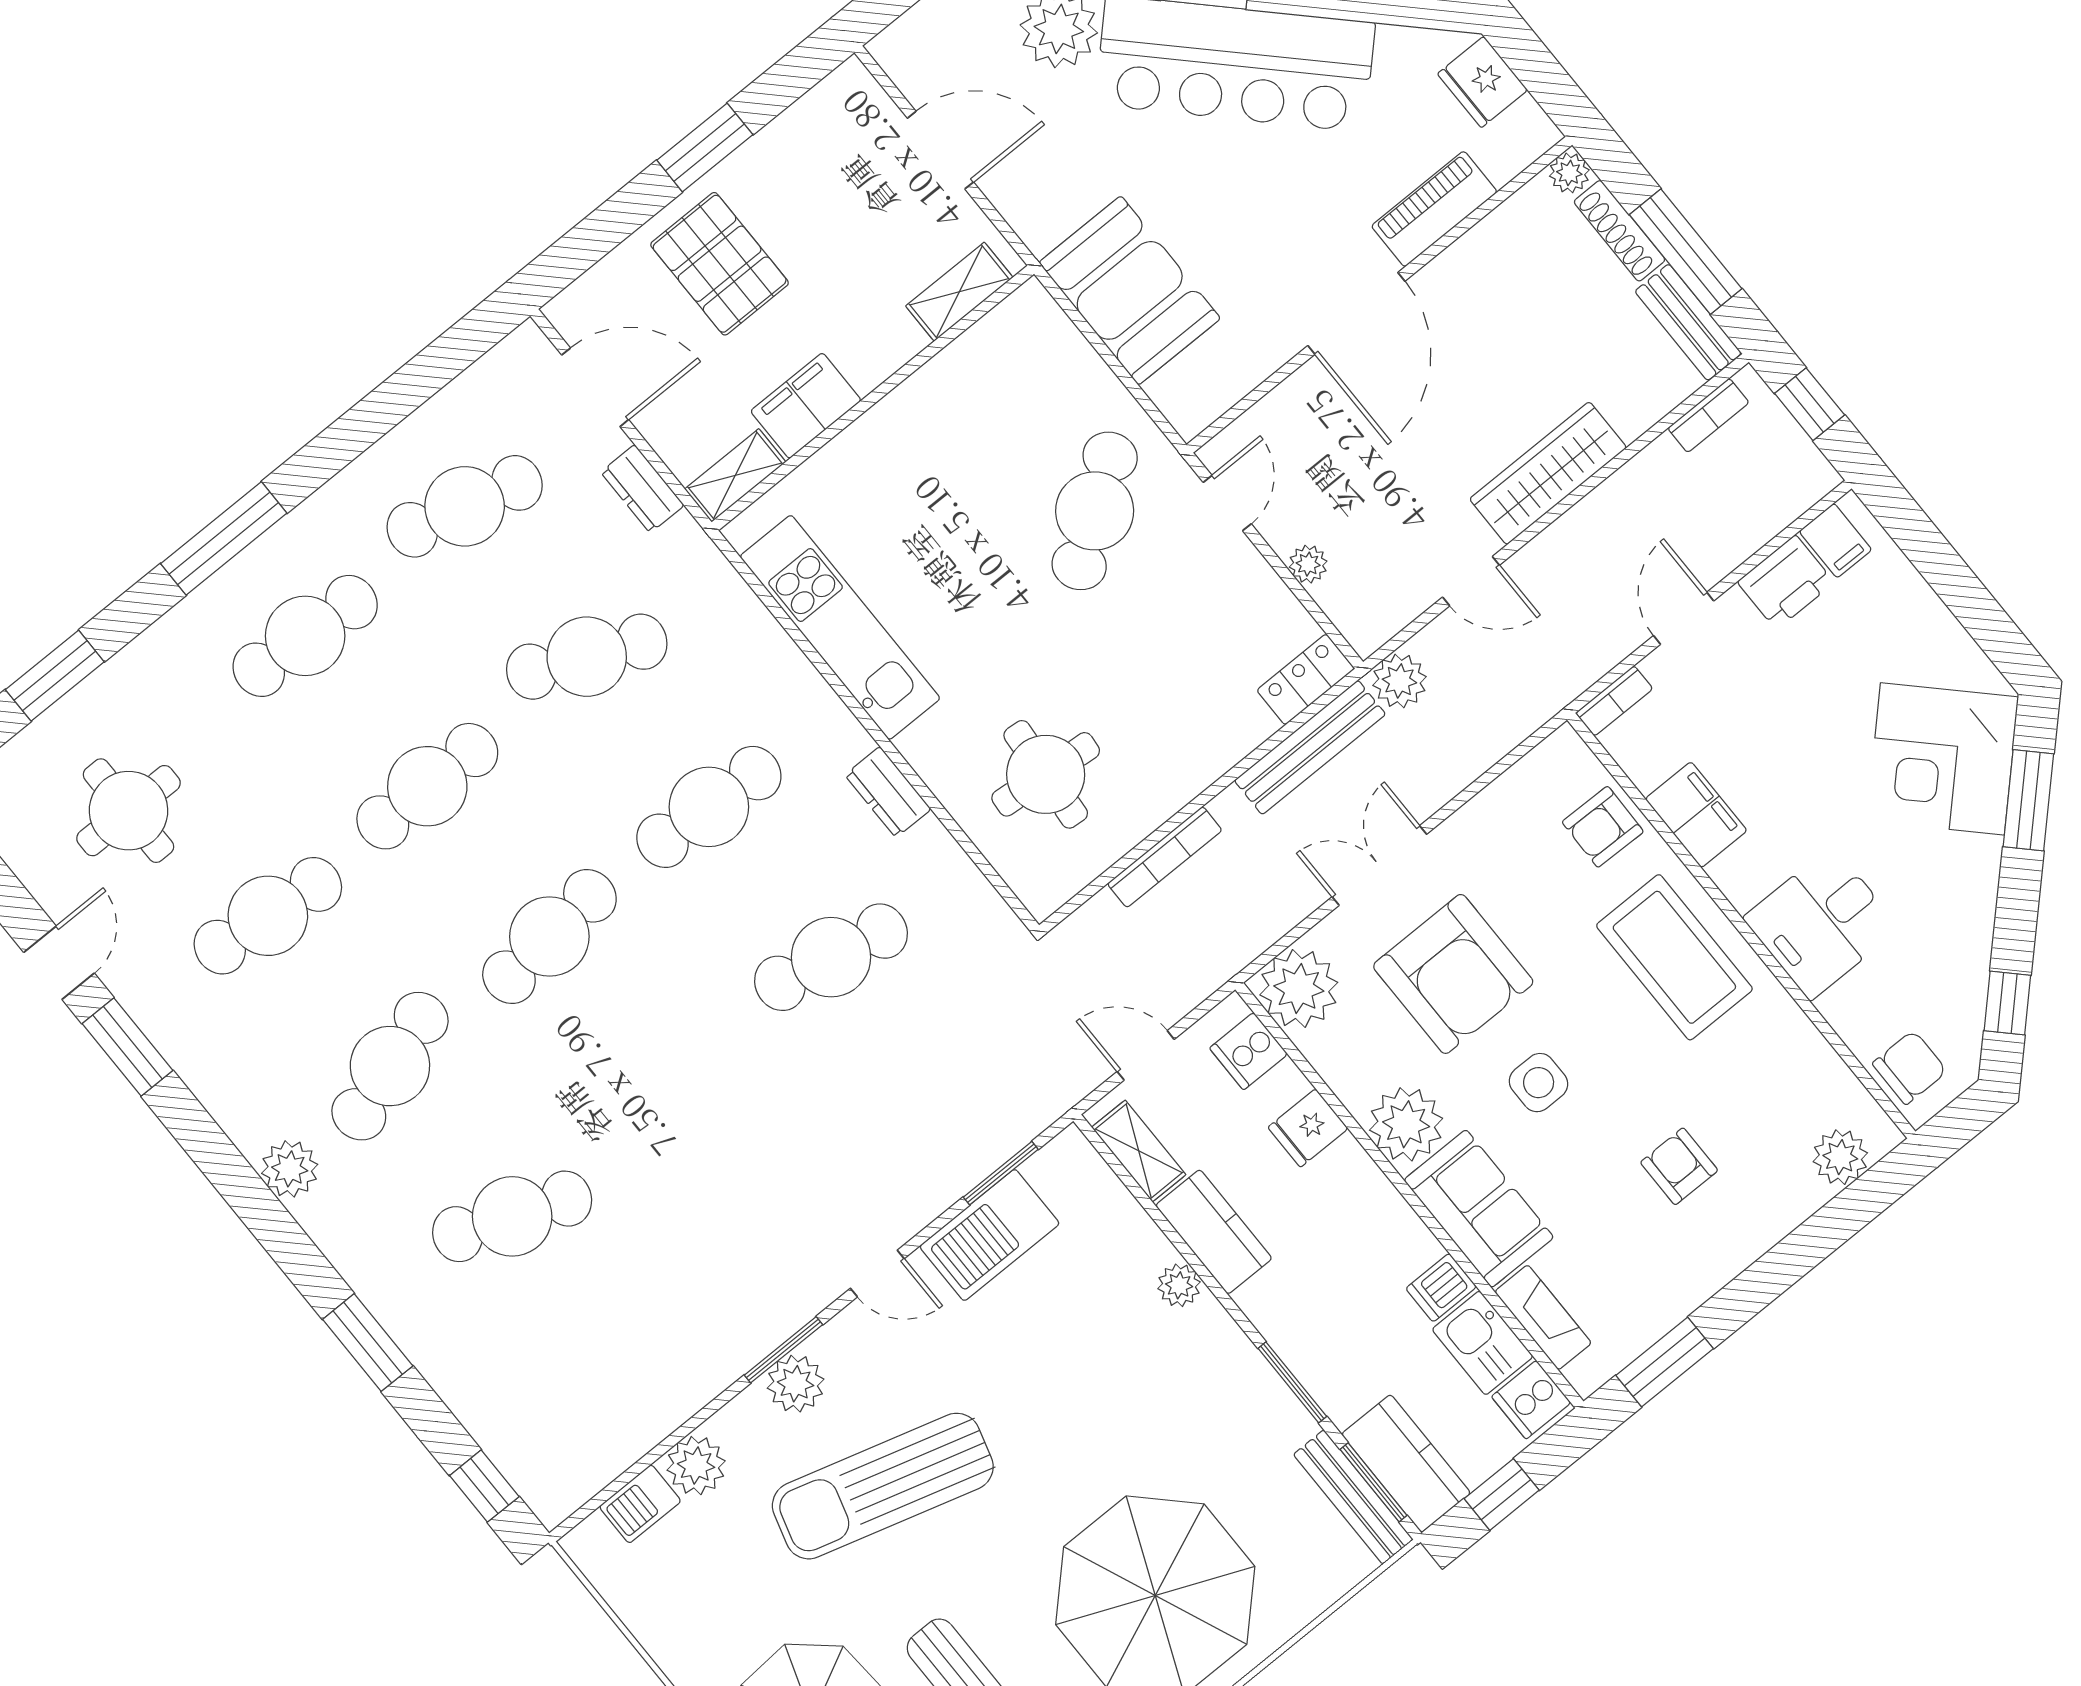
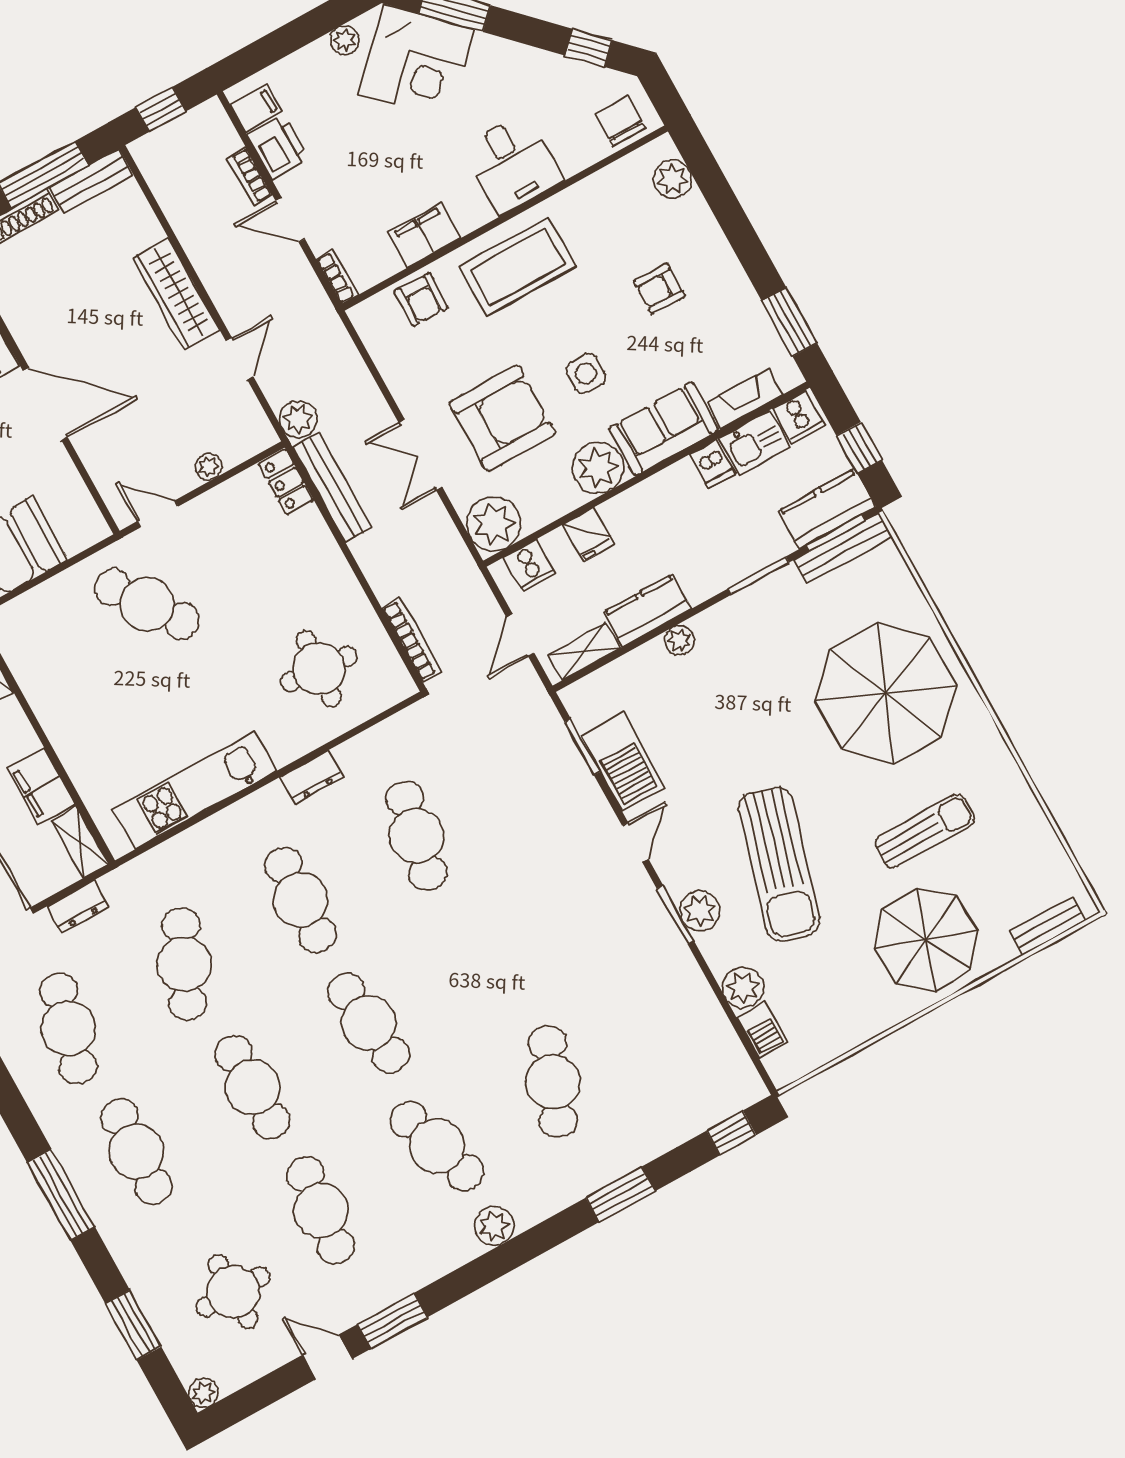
bookcase: (1708, 415) -> (250, 176), moved, turned 180
plant: (1956, 650) -> (344, 40), added
bookcase: (1165, 857) -> (412, 640), moved

